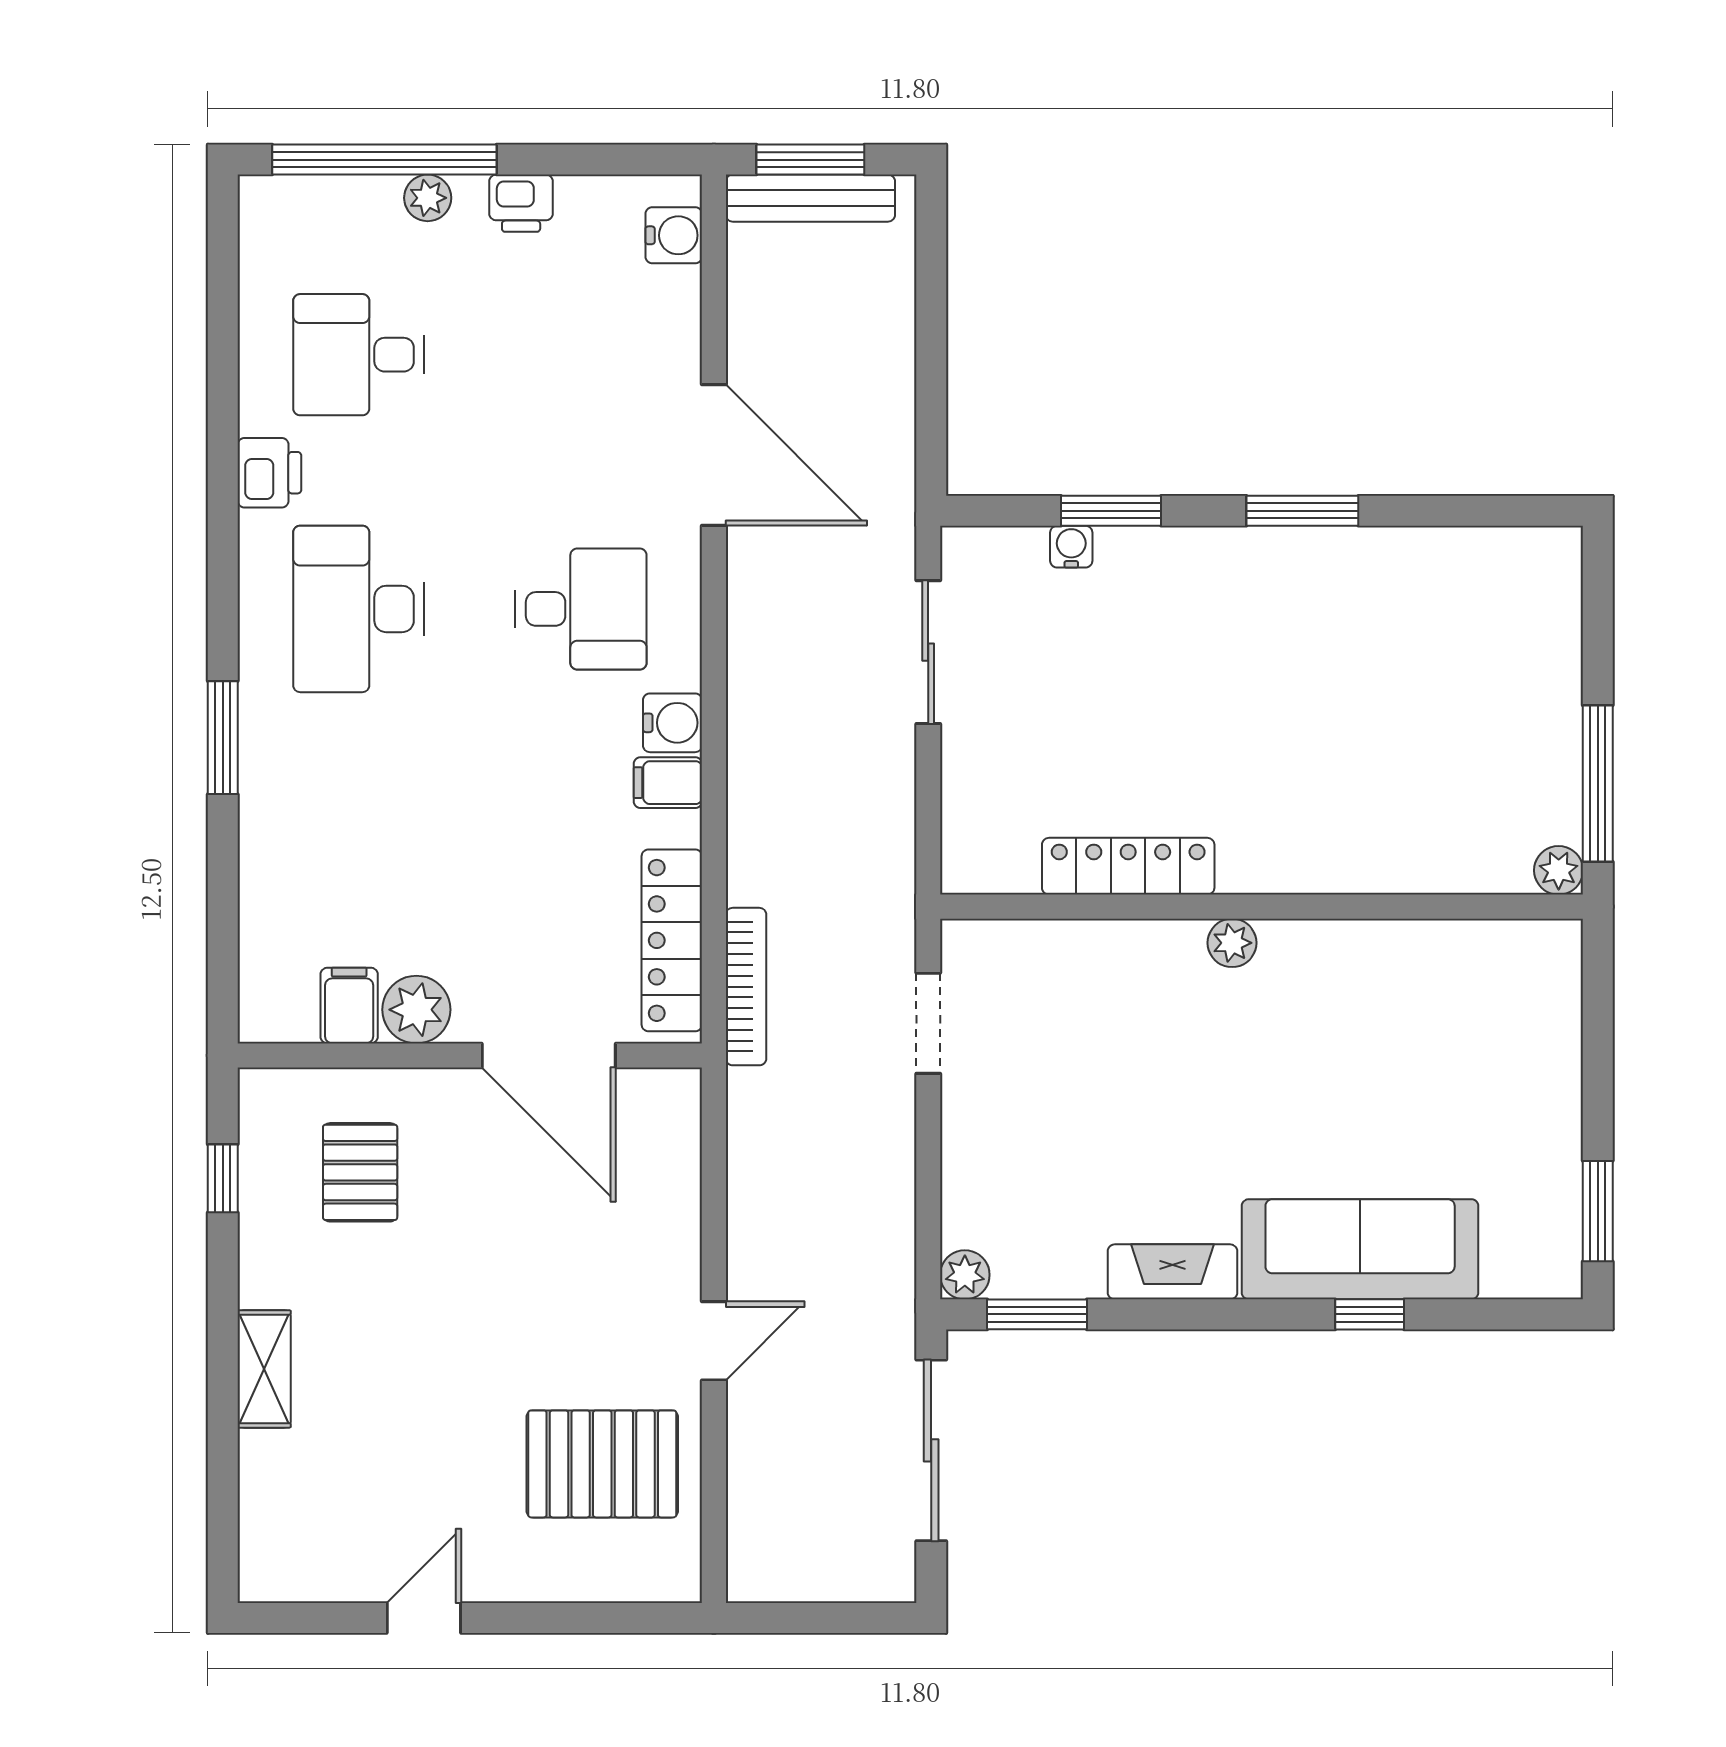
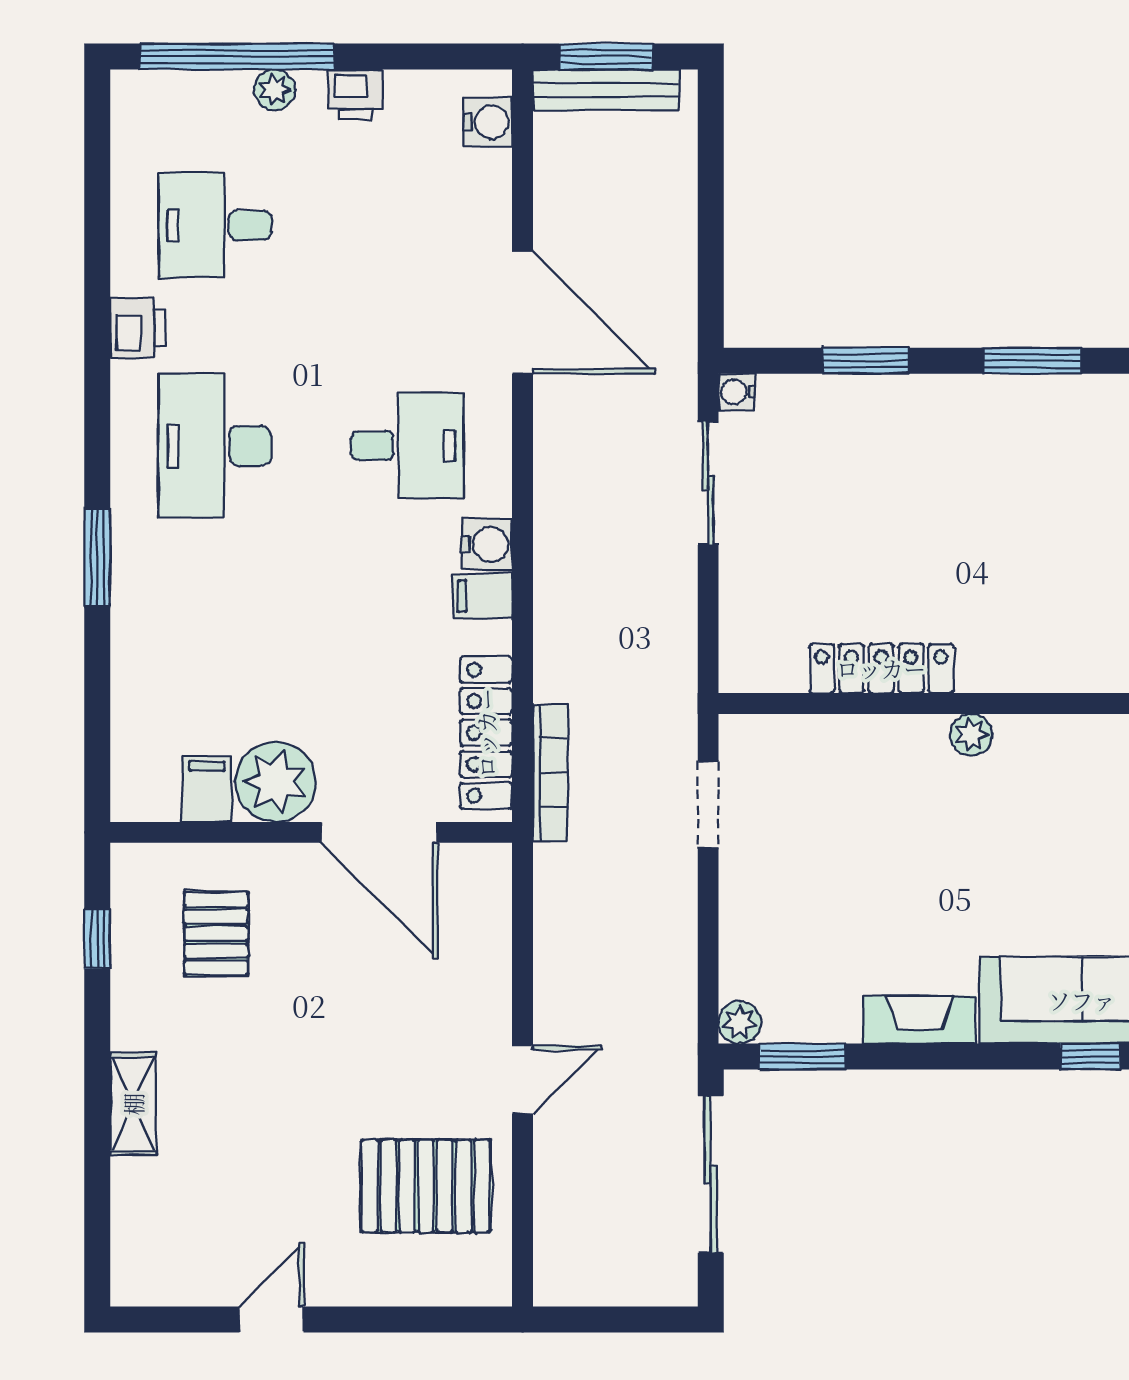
water cooler: (1071, 547) -> (737, 392), moved, turned -90
plant: (416, 1010) -> (276, 782), width x1.36, depth x1.36

